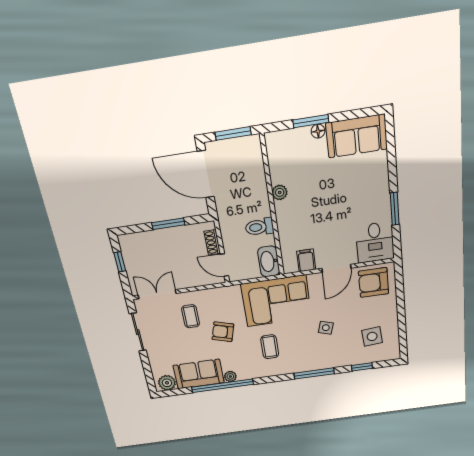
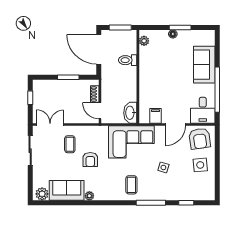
window: (311, 121) -> (180, 27), moved
sofa: (357, 136) -> (204, 65), moved, turned 90
plant: (280, 192) -> (144, 41), moved
window: (395, 209) -> (217, 90), width x2.11
toilet: (259, 227) -> (128, 60), moved
armchair: (374, 282) -> (200, 139), turned -98
armchair: (223, 332) -> (90, 159), turned -106
side table: (372, 336) -> (200, 165), moved
coffee table: (270, 347) -> (131, 185), moved
window: (223, 386) -> (82, 203), removed

